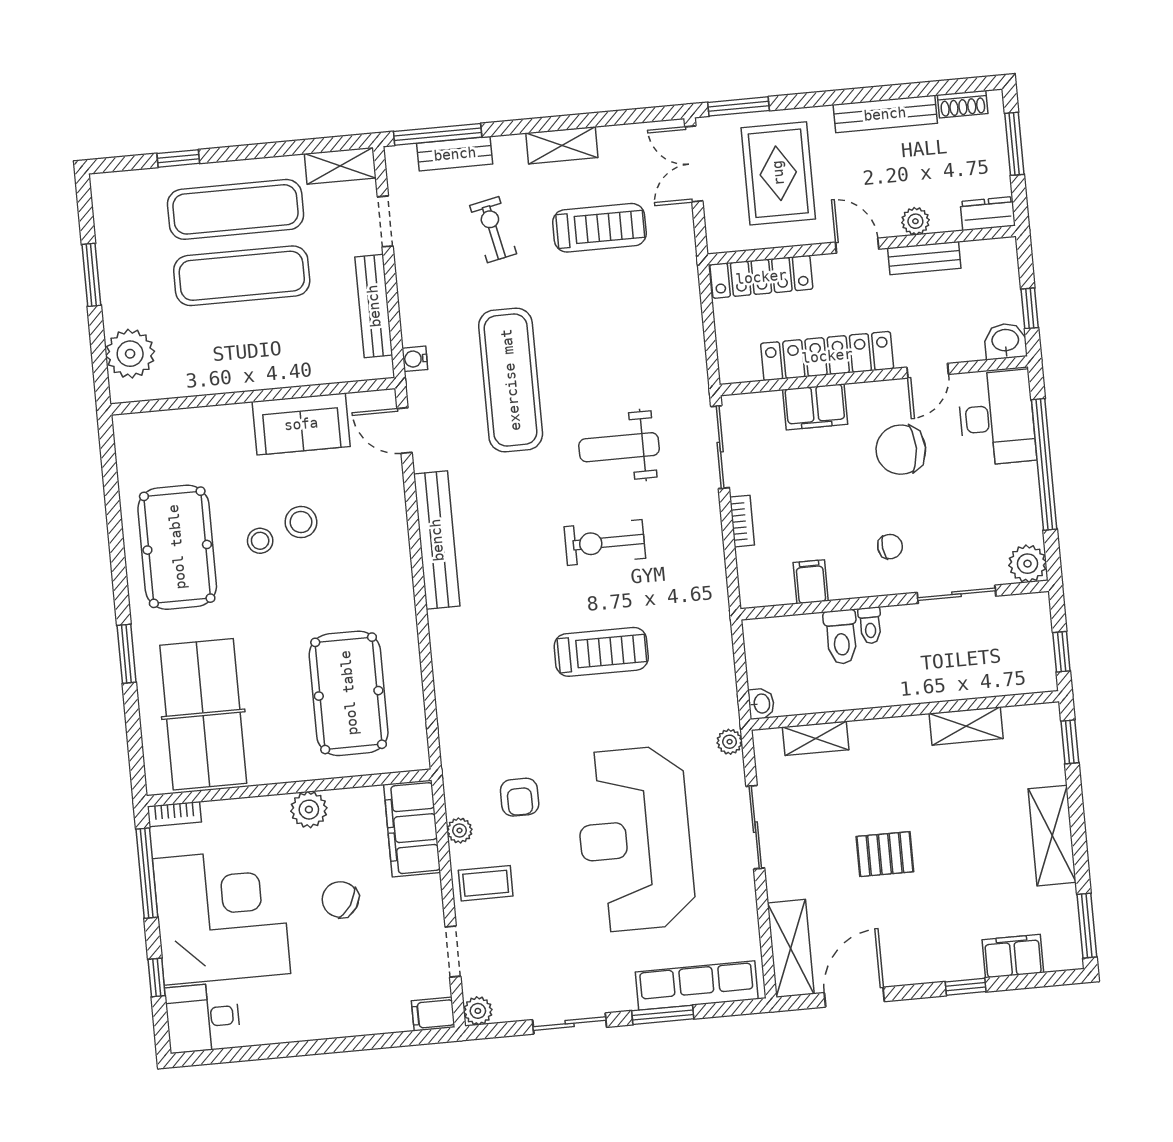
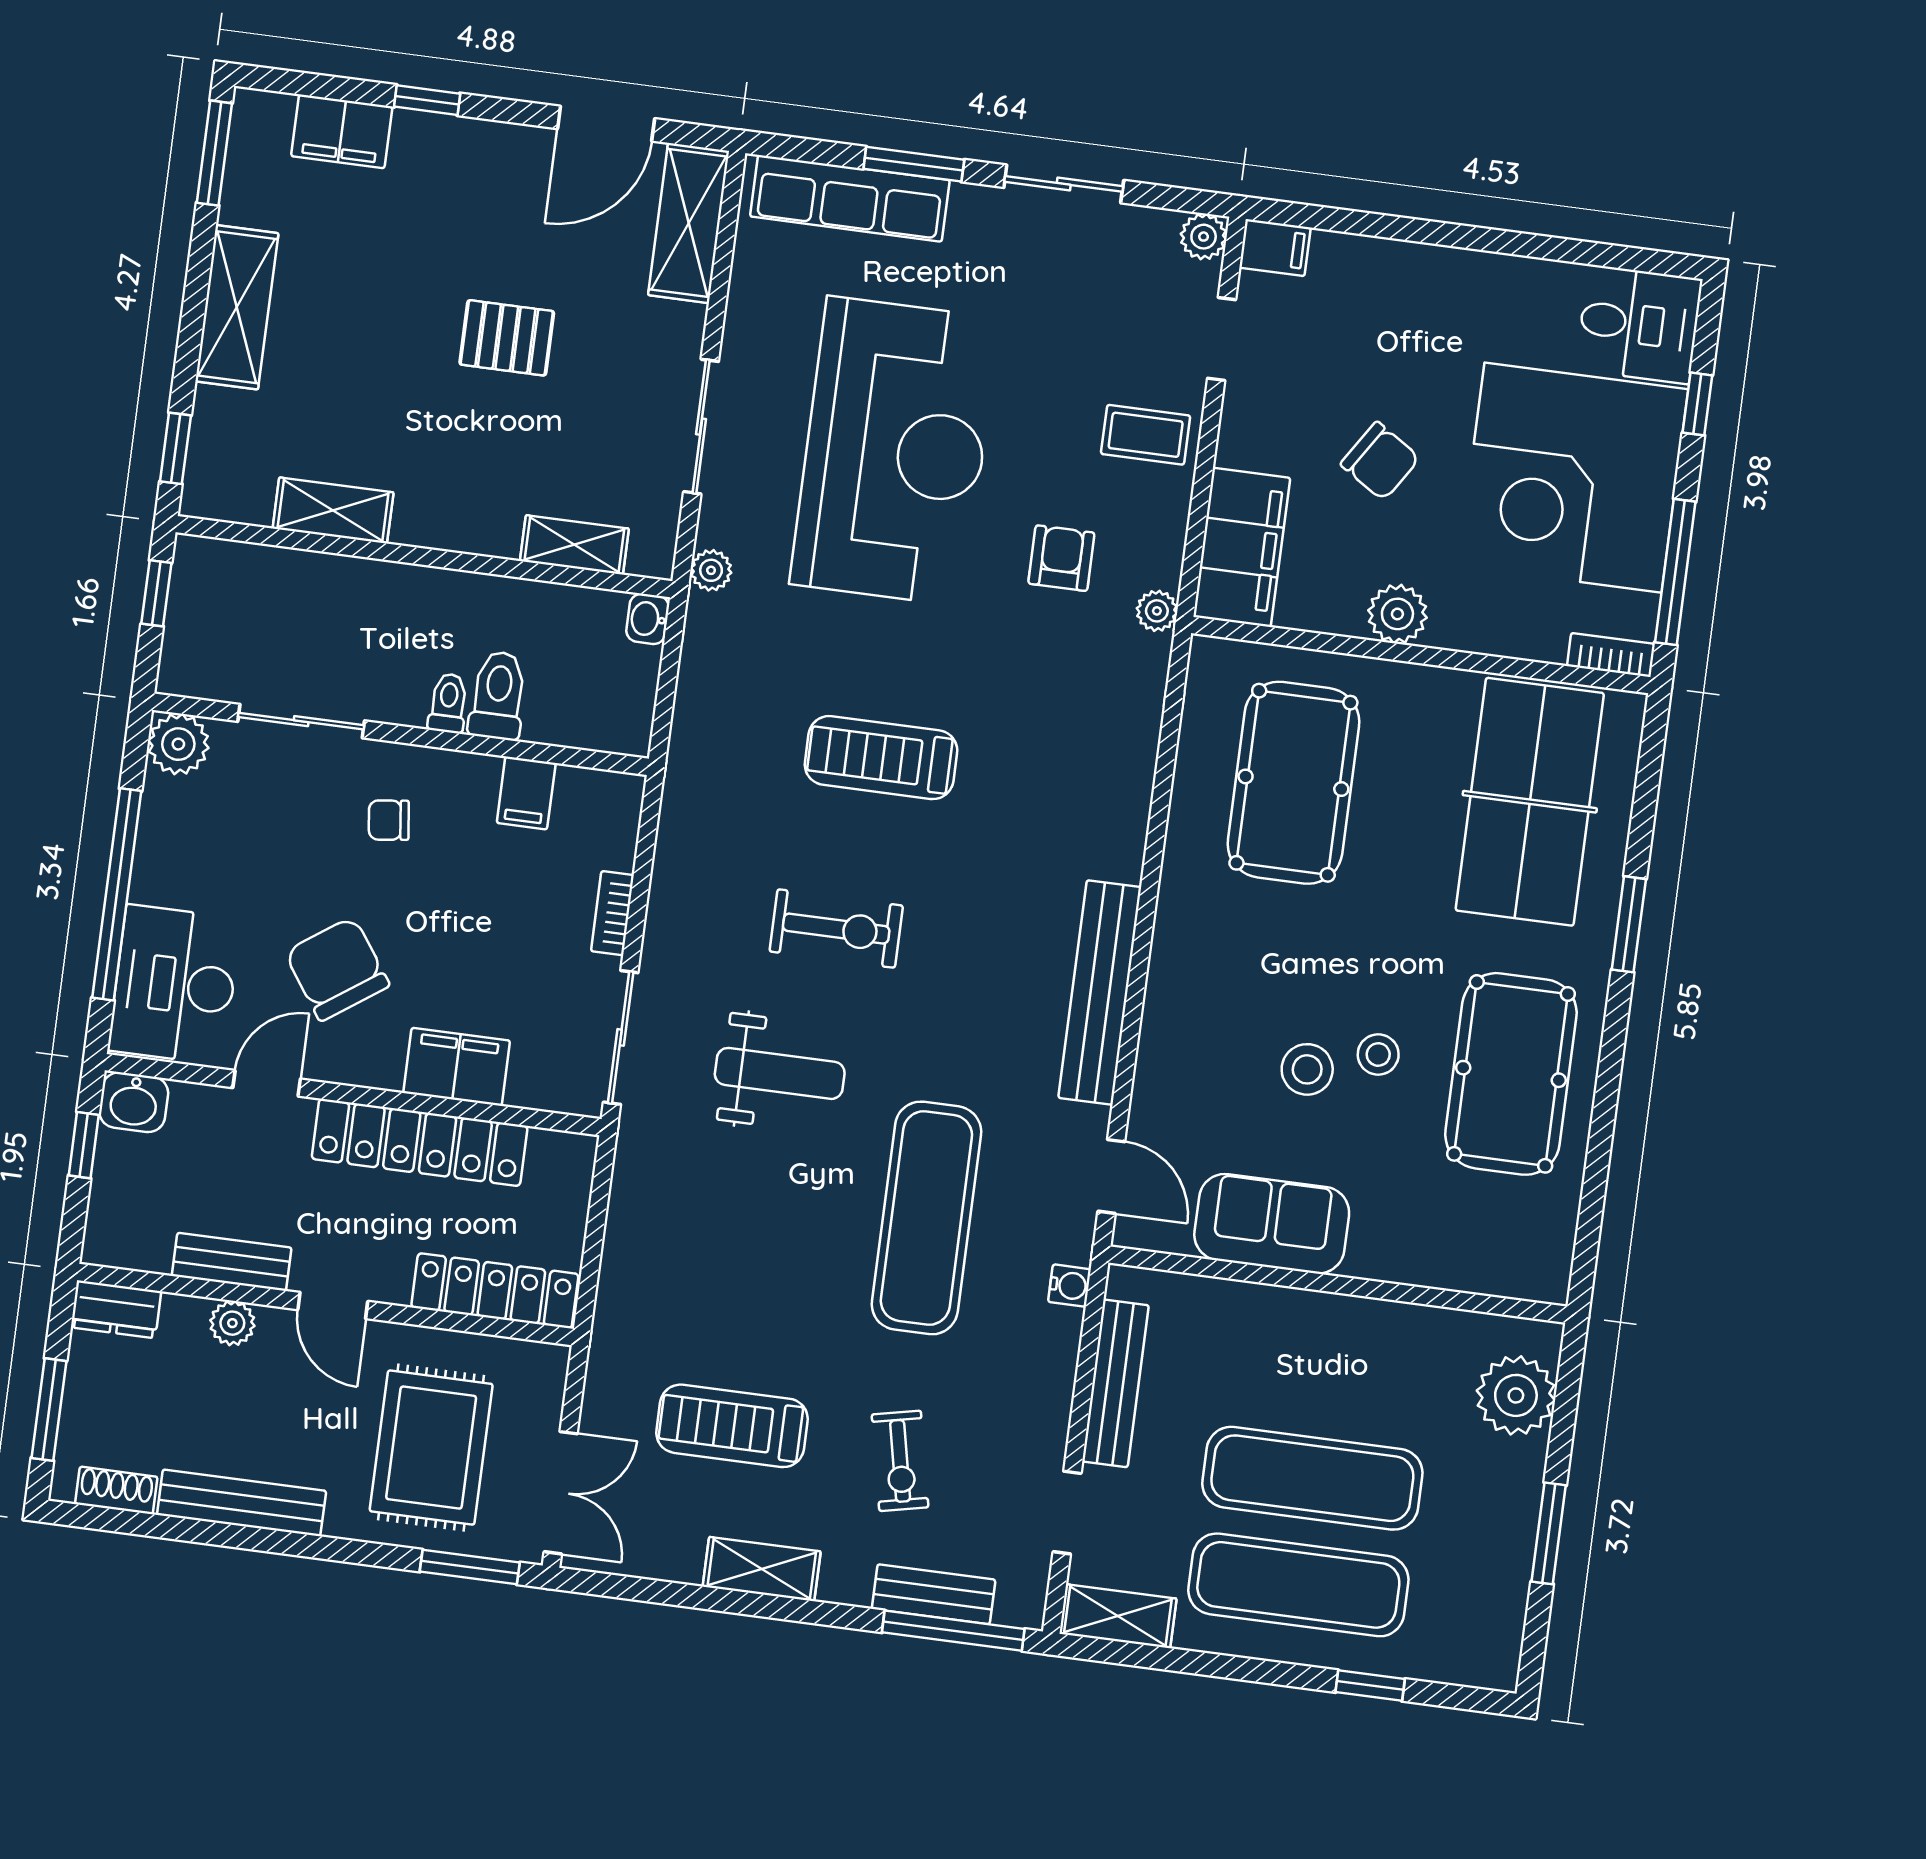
chair: (901, 450) -> (337, 969), turned -125
plant: (459, 830) -> (1157, 611), moved

